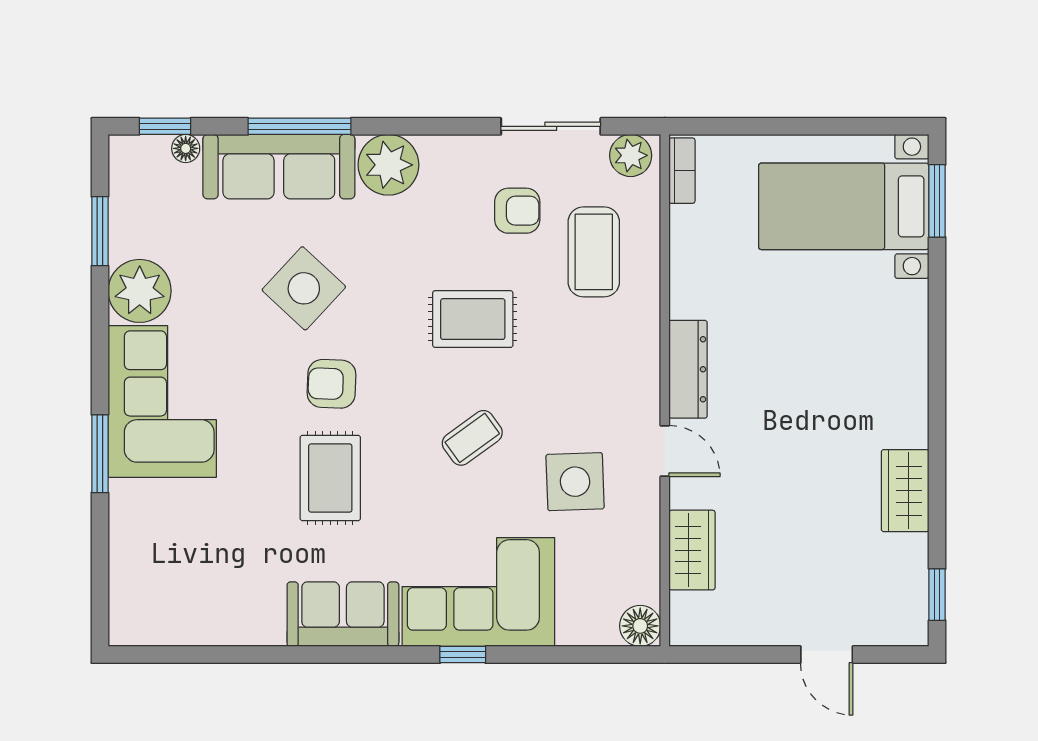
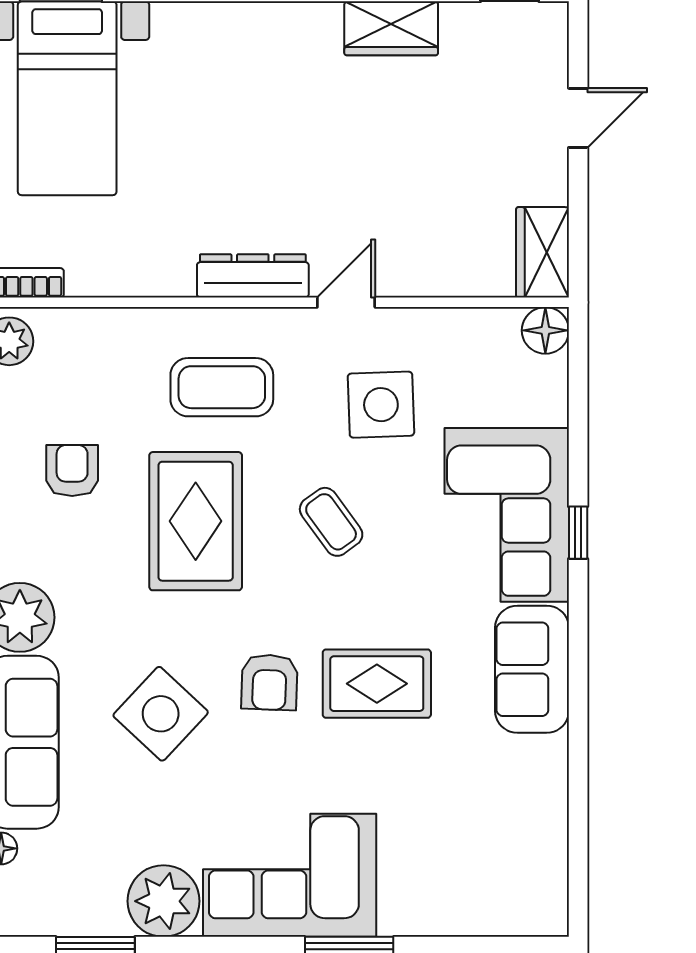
coffee table: (594, 252) -> (222, 387), moved
rug: (473, 319) -> (196, 521), width x1.36, depth x1.43
wardrobe: (692, 550) -> (543, 252), moved, turned -90

